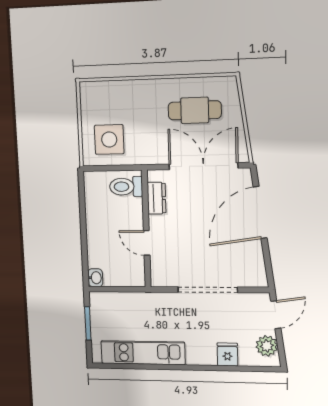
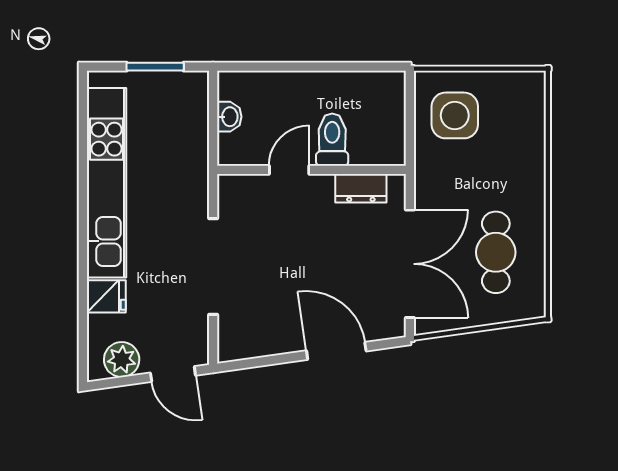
toilet: (126, 187) -> (332, 140), moved
door: (260, 212) -> (336, 351), width x0.73
washbasin: (95, 278) -> (229, 117), moved, turned -90
kitchen unit: (143, 353) -> (107, 183), width x1.36

